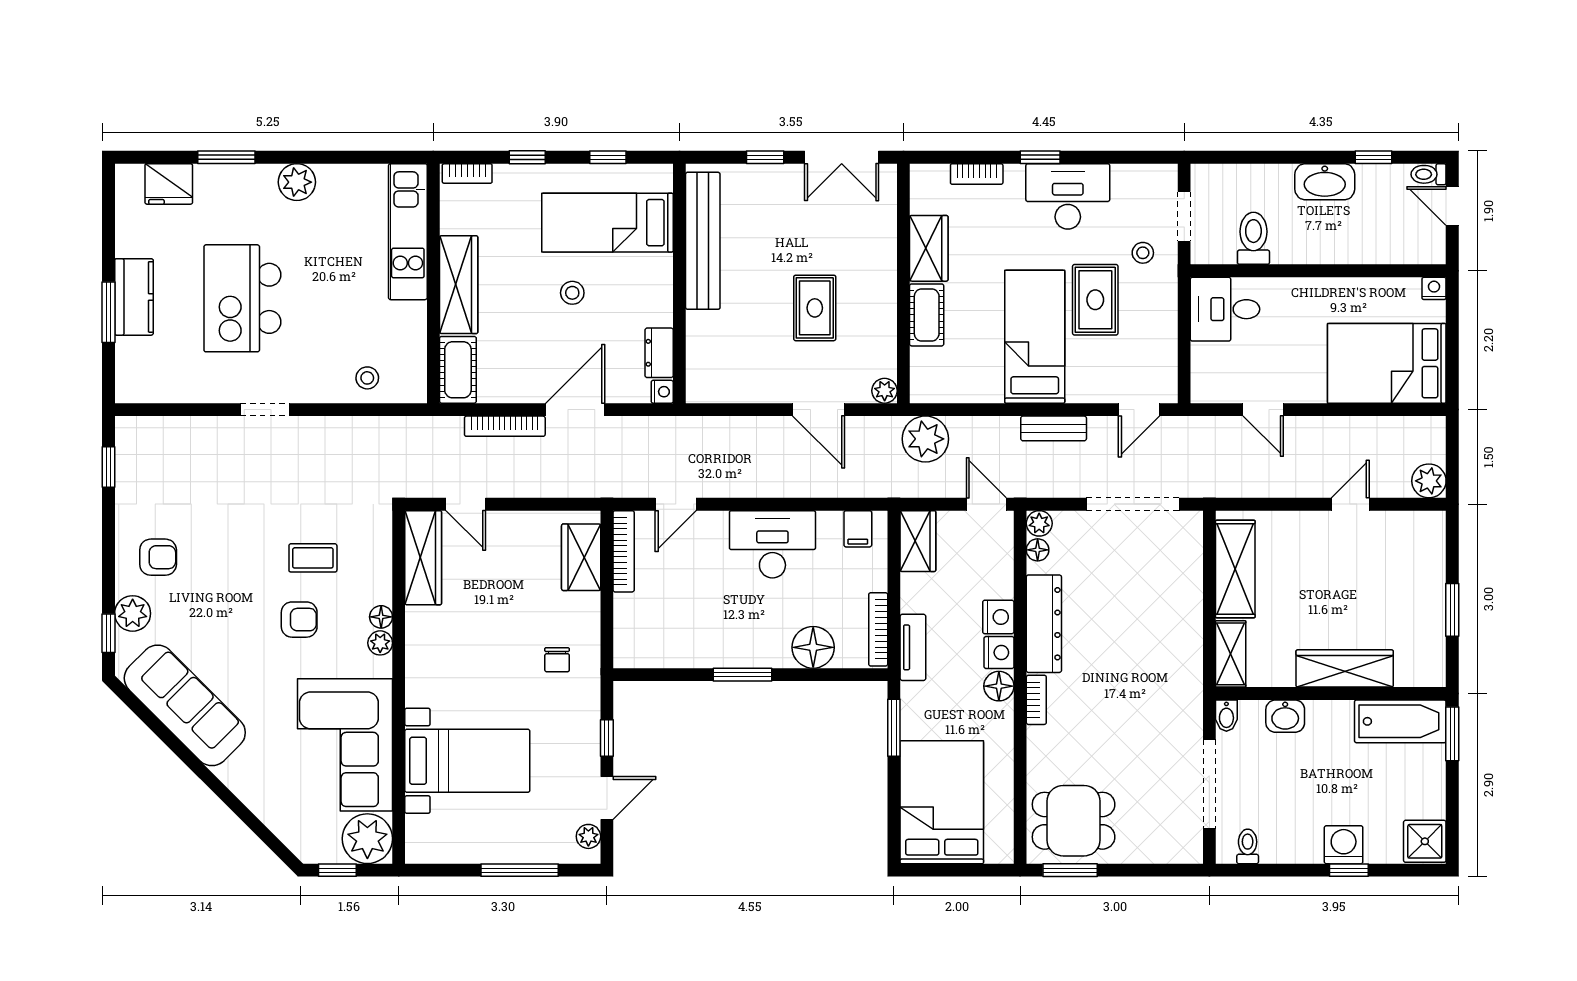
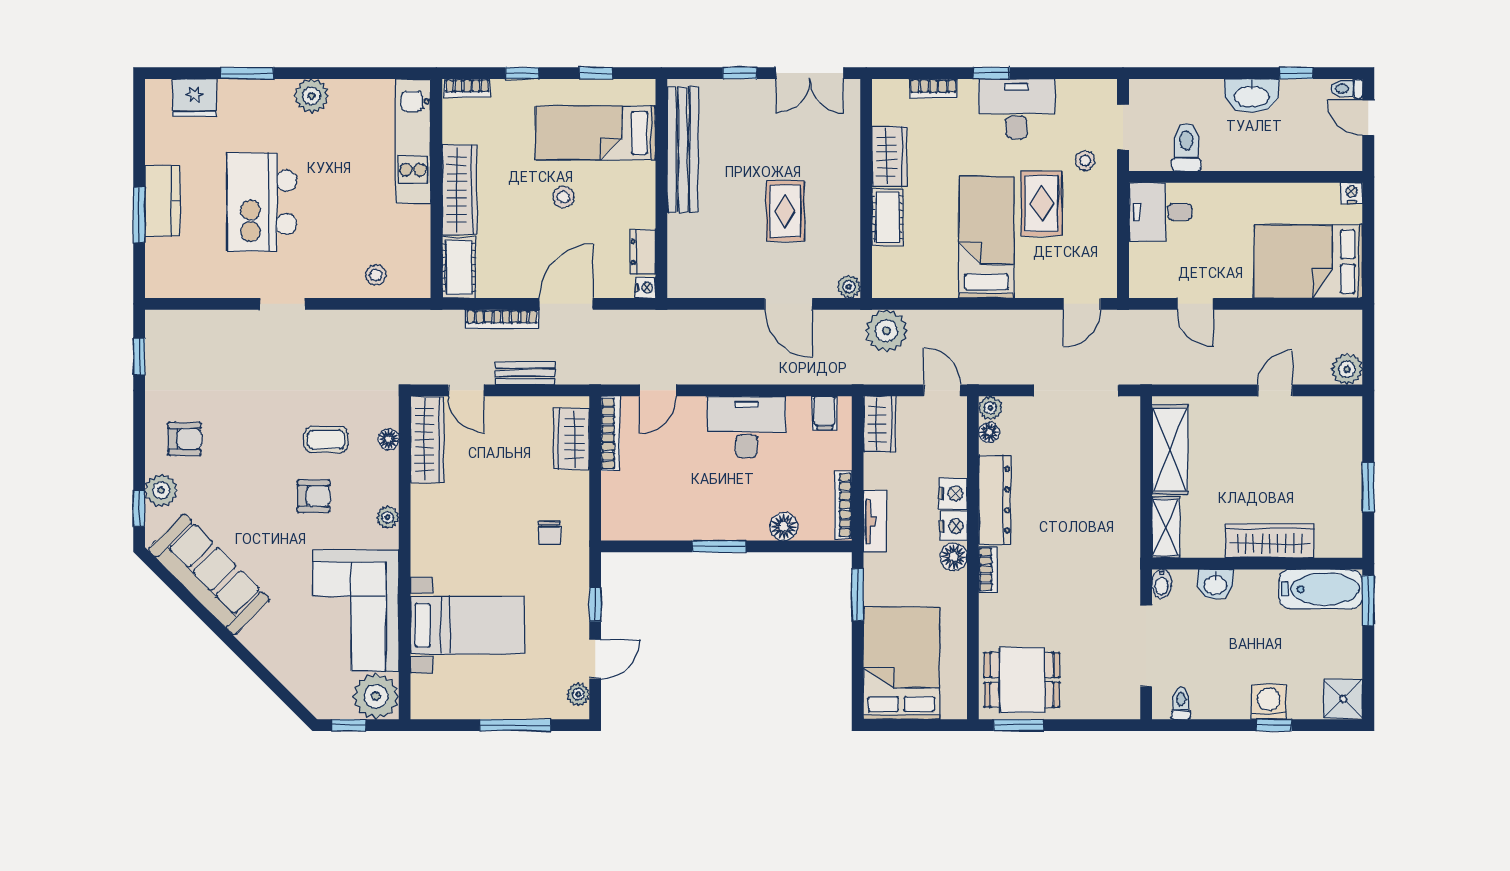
bench: (1054, 428) -> (525, 373), moved
floor lamp: (381, 617) -> (388, 439), moved
floor lamp: (813, 647) -> (784, 527), width x0.73, depth x0.73

